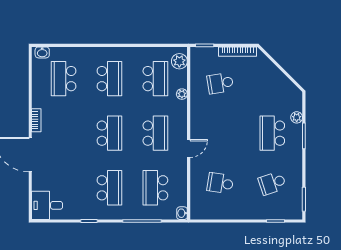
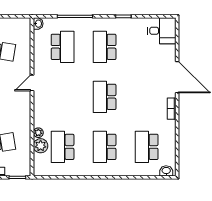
plant: (179, 61) -> (41, 146), moved
school desk: (64, 79) -> (147, 147), turned 180
school desk: (155, 133) -> (63, 97), removed

